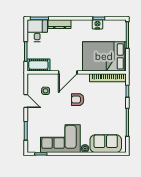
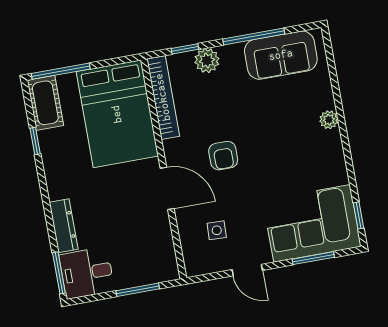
nightstand: (97, 24) -> (49, 142), removed
cot: (38, 65) -> (45, 103), moved
plant: (121, 100) -> (207, 60), added
door: (26, 101) -> (247, 270), swing flipped
corner sofa: (60, 139) -> (312, 223), moved, turned 90
sofa: (106, 144) -> (281, 55), moved, turned -90

